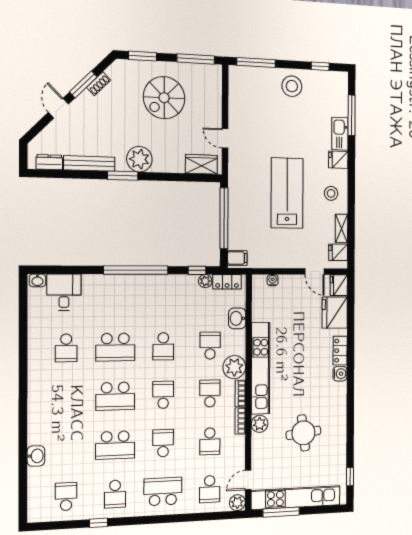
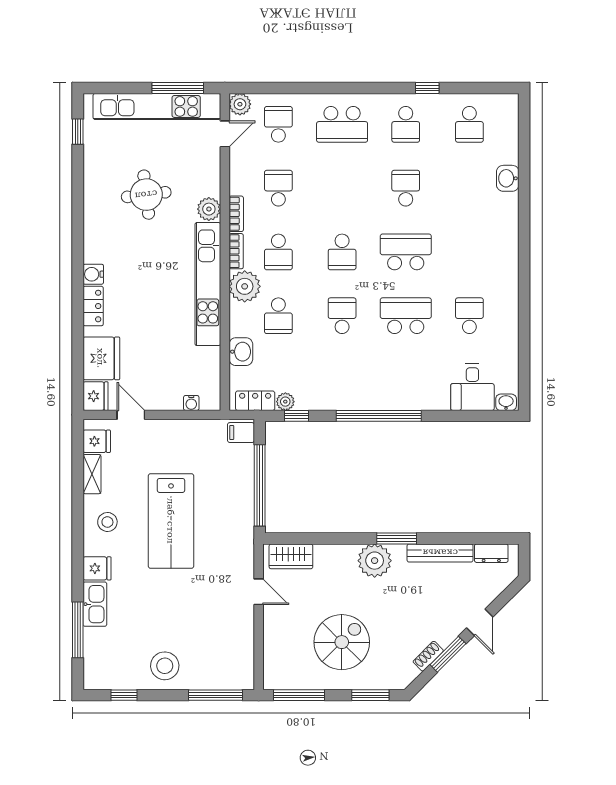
school desk: (163, 443) -> (342, 188), removed
school desk: (115, 445) -> (406, 188), width x0.54
school desk: (115, 494) -> (406, 124), turned 180

